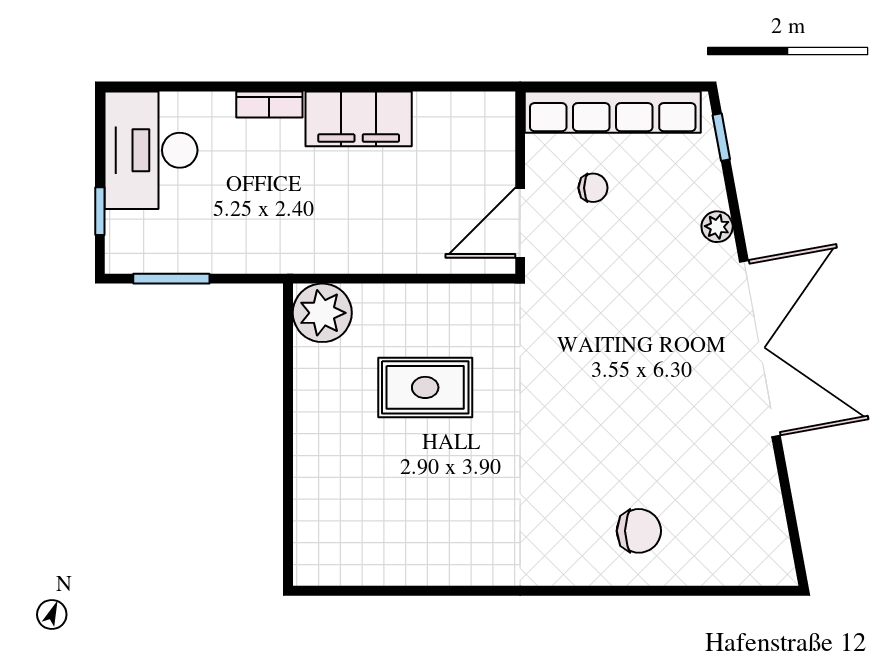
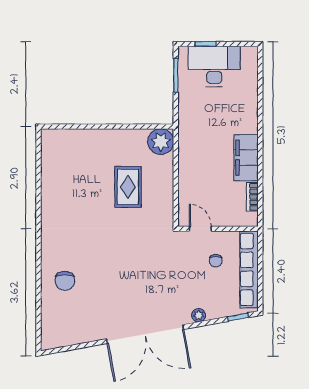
bookcase: (269, 105) -> (252, 197), moved
desk: (151, 150) -> (214, 66), moved
door: (520, 223) -> (200, 229), width x0.73

